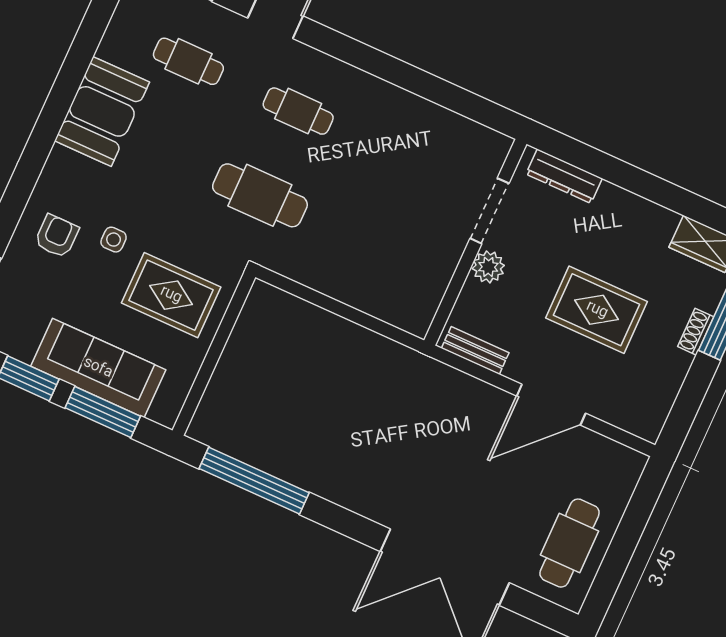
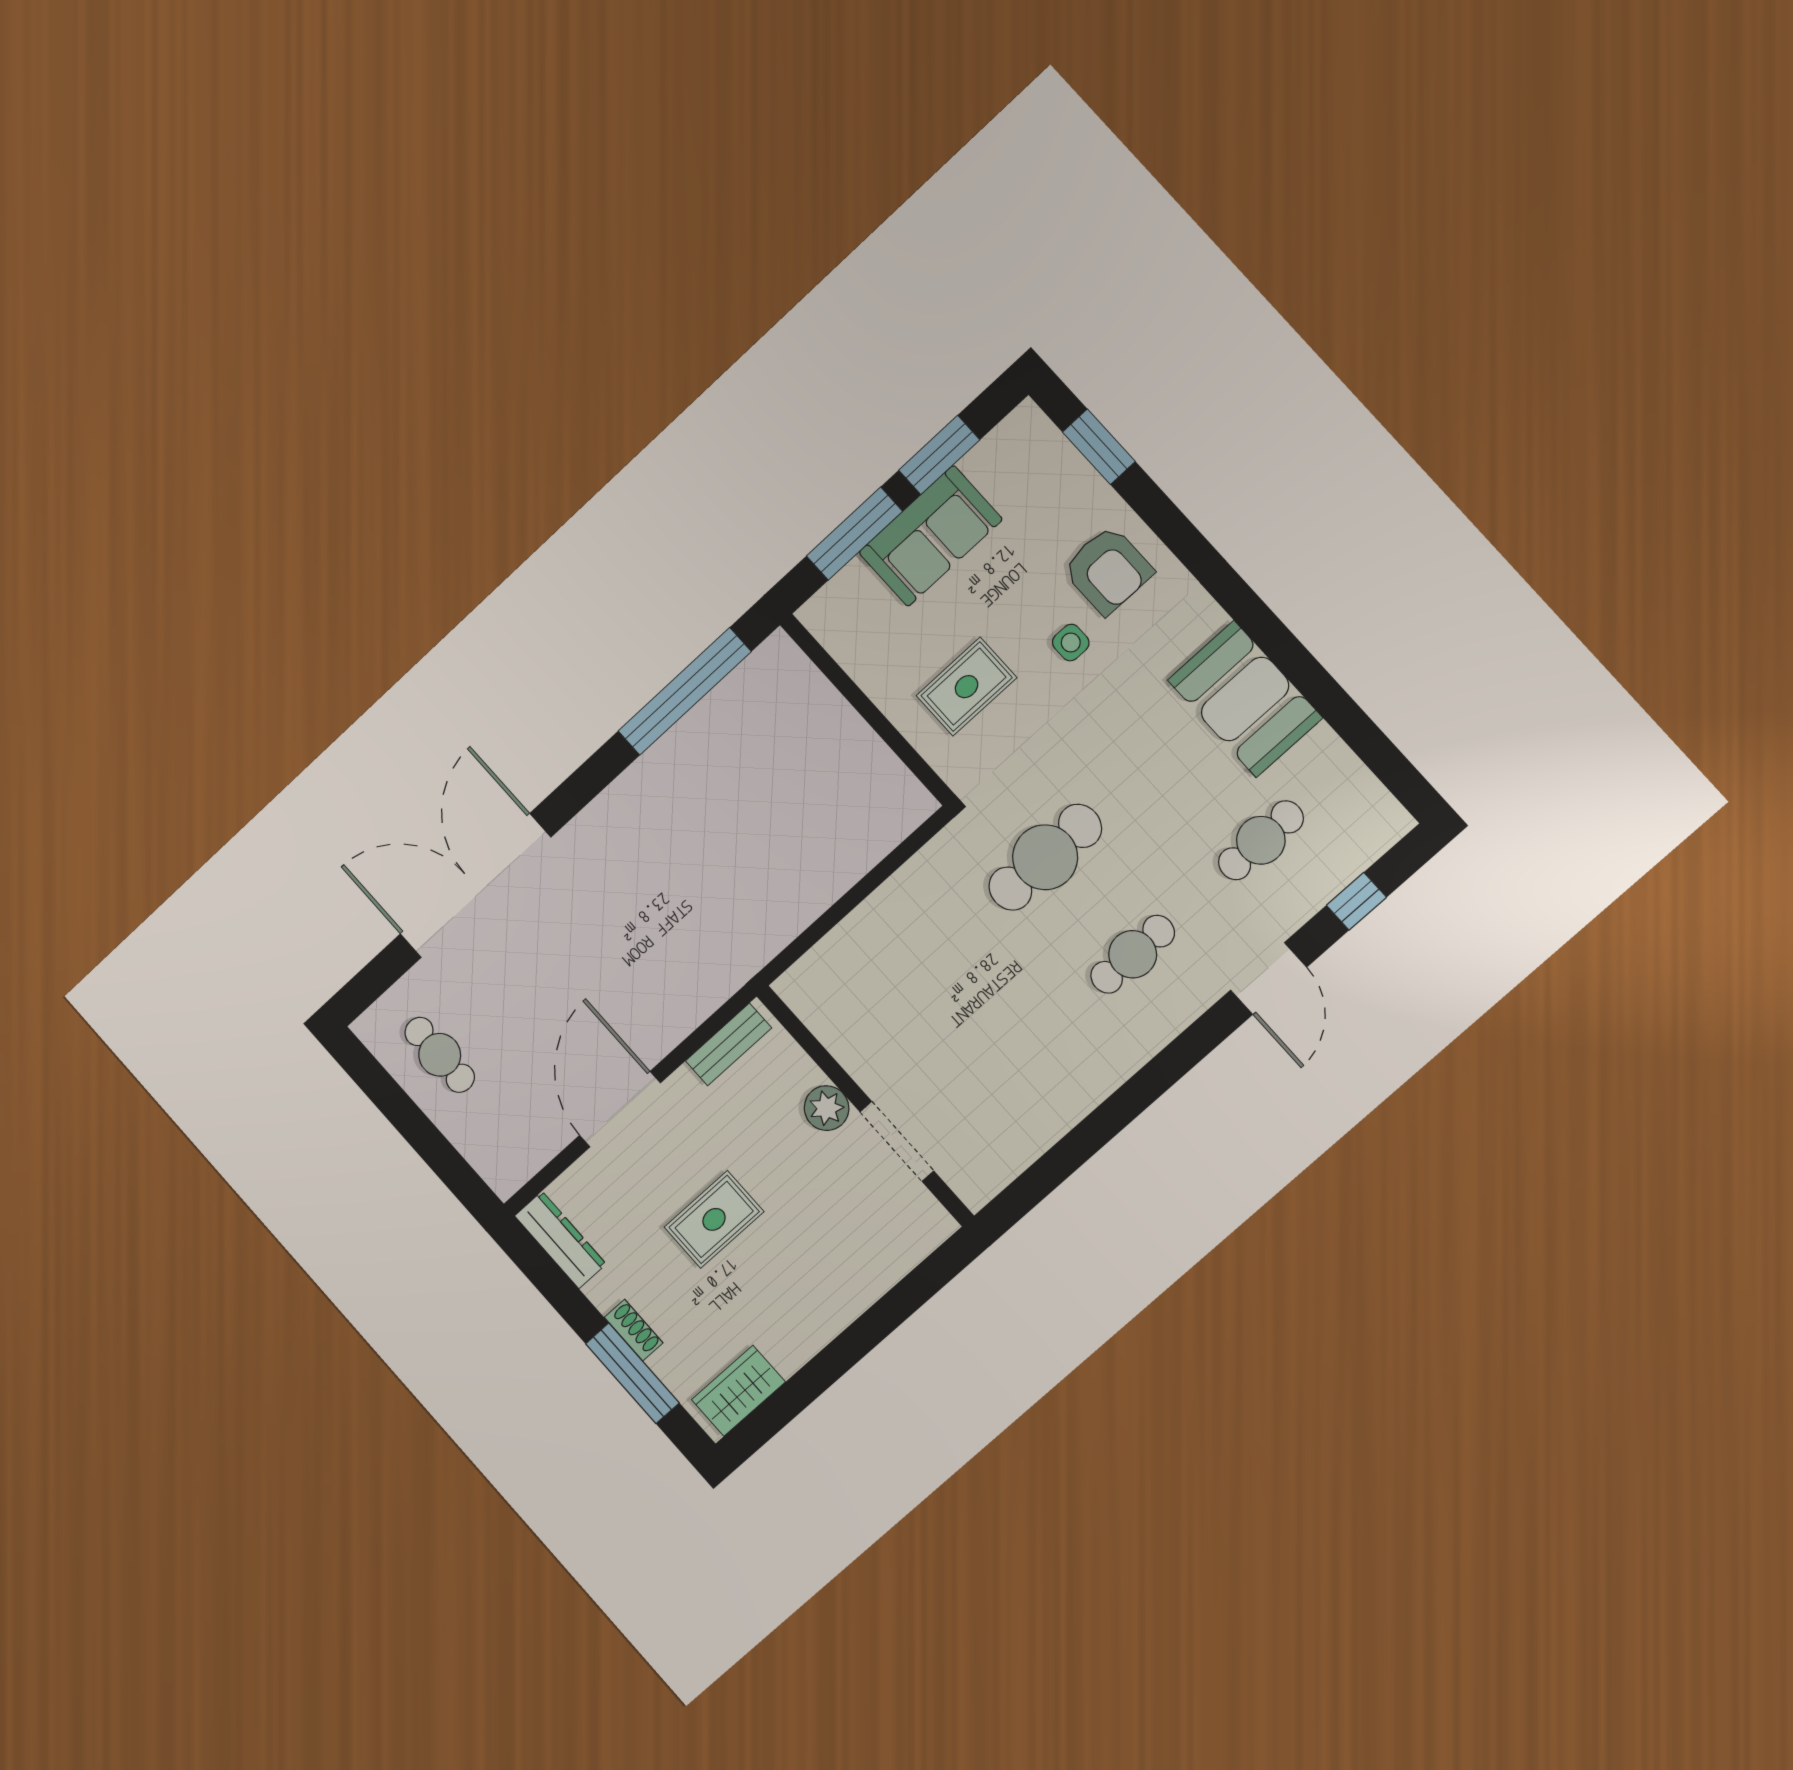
dresser: (564, 176) -> (560, 1240), moved, turned 90
armchair: (57, 236) -> (1108, 570), width x1.38, depth x1.38
rug: (171, 295) -> (967, 687), width x0.73, depth x0.70
rug: (597, 310) -> (714, 1219), width x0.73, depth x0.70
sofa: (98, 368) -> (931, 536), width x0.73
cafe table: (570, 543) -> (440, 1055), width x0.73, depth x0.74

